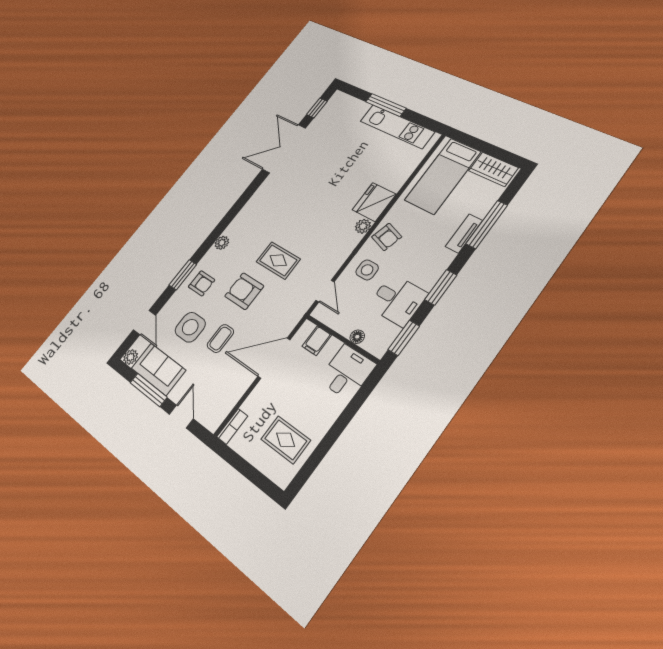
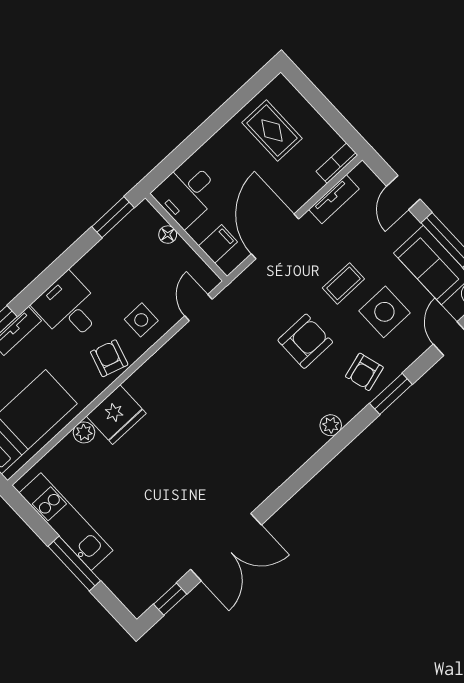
plant: (363, 226) -> (84, 432), moved
rug: (278, 260) -> (254, 372), removed
armchair: (202, 283) -> (364, 372), turned -106
window: (441, 287) -> (58, 268), removed
armchair: (244, 291) -> (305, 341), turned -90
desk: (398, 300) -> (68, 308), moved
door: (274, 358) -> (275, 236), swing flipped
tv unit: (232, 398) -> (334, 199), added

